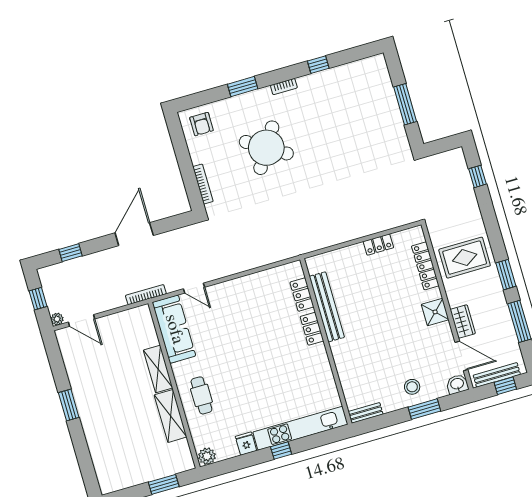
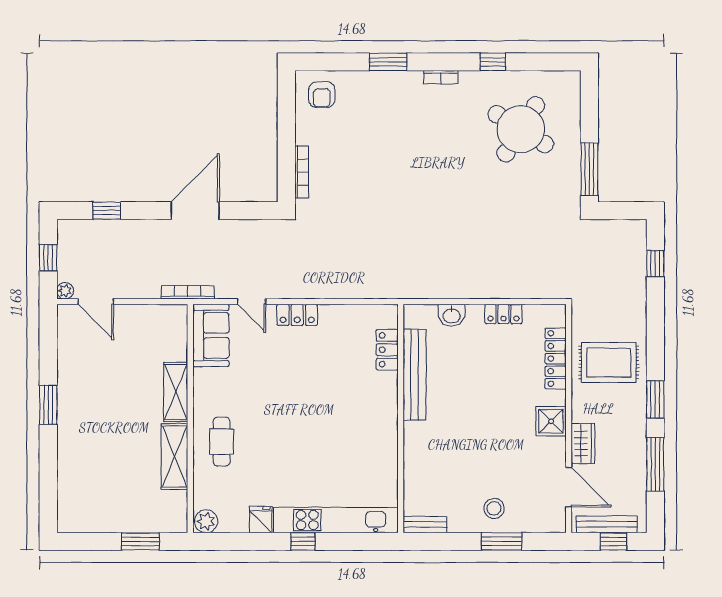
window: (405, 104) -> (589, 169), moved
round table: (266, 148) -> (521, 129), moved
sofa: (174, 329) -> (211, 335), width x0.73
locker: (312, 329) -> (297, 315), moved, turned -90
washbasin: (457, 384) -> (452, 315), moved, turned 180

